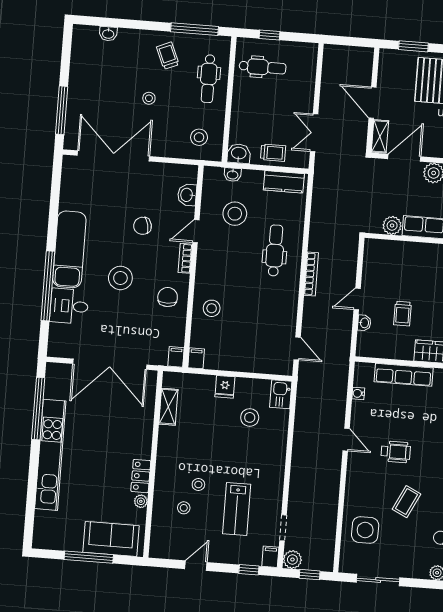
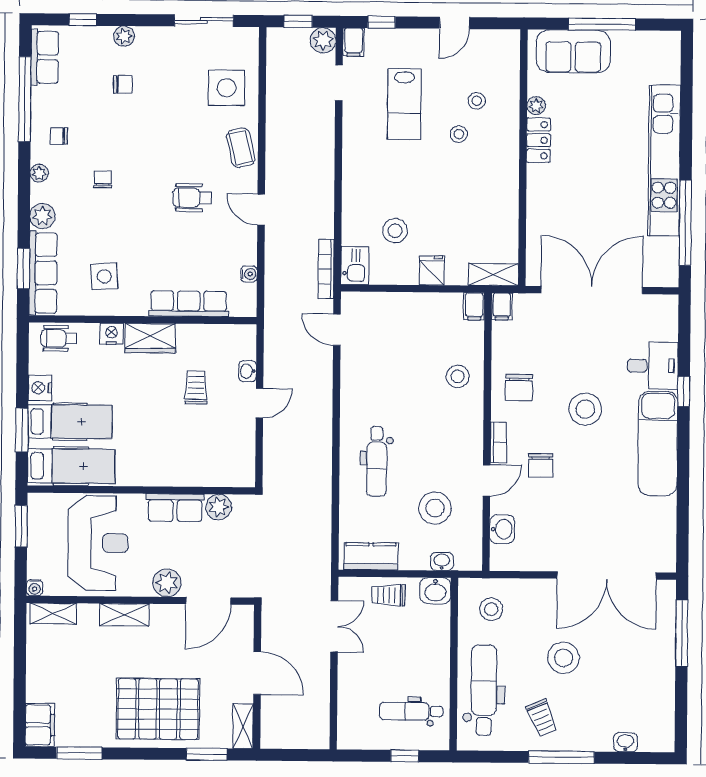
window: (194, 29) -> (561, 757), moved
dental chair: (208, 79) -> (484, 690), width x1.36, depth x1.38
stool: (149, 98) -> (564, 658), width x1.89, depth x1.89
shelving: (380, 136) -> (243, 726), moved
chair: (142, 226) -> (541, 465), moved, turned 103
bookcase: (311, 274) -> (326, 269), moved
window: (48, 286) -> (684, 391), width x0.32
shelving: (168, 407) -> (493, 275), moved, turned 90
coffee table: (407, 502) -> (241, 148), moved, turned -39
lab bench: (237, 509) -> (404, 104), turned 180

